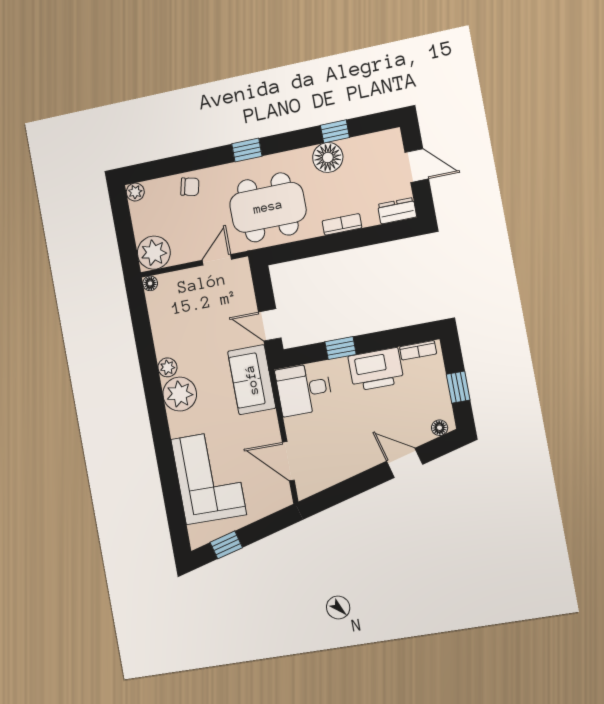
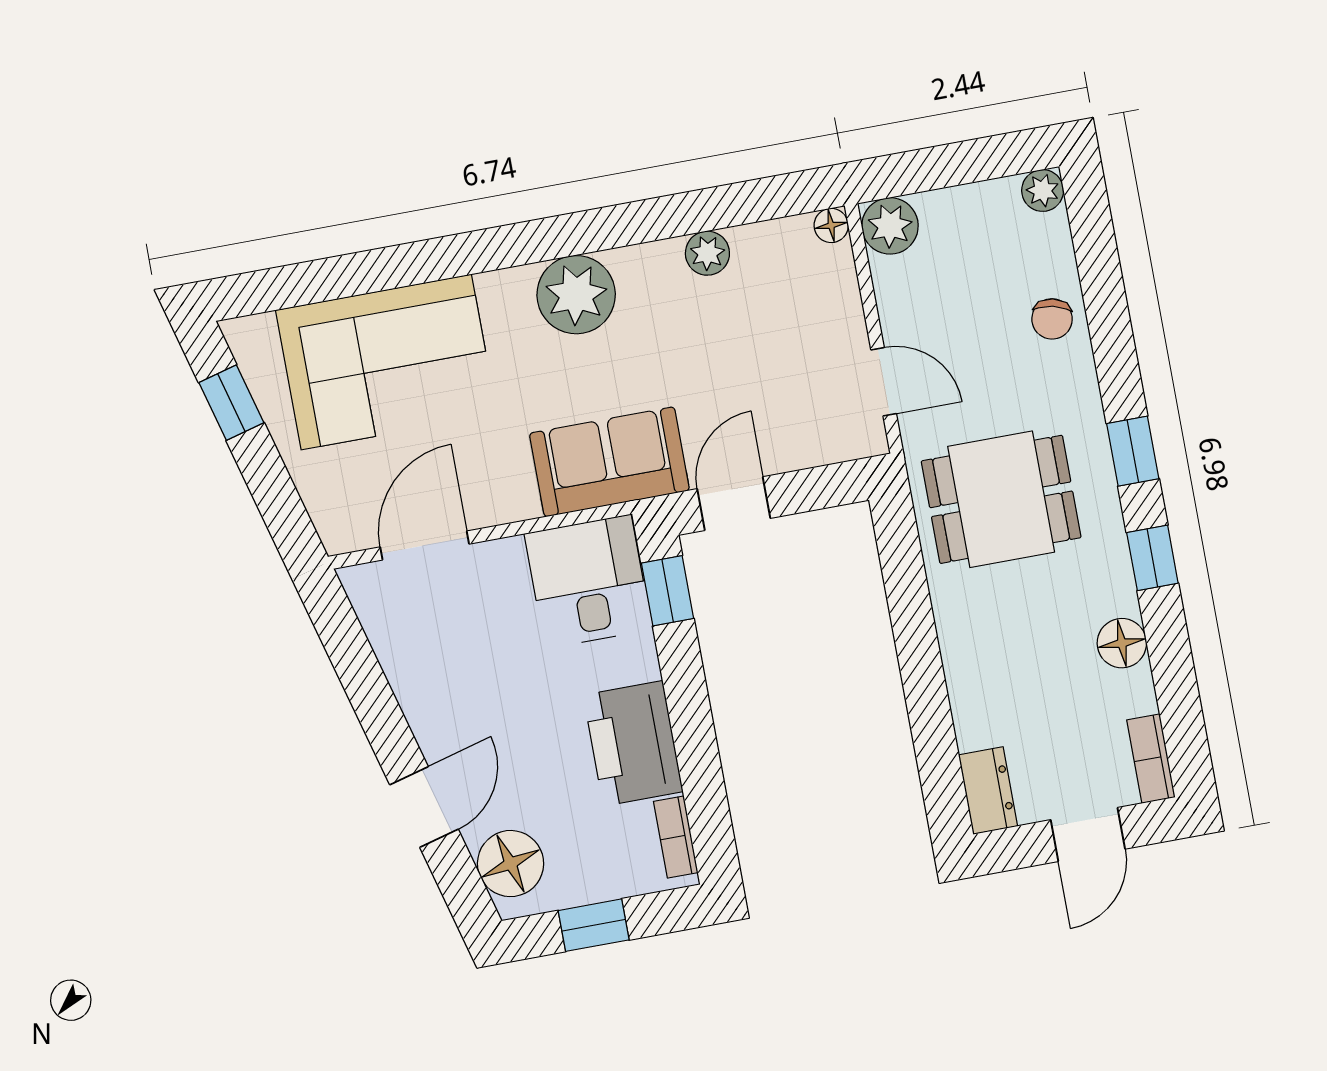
window: (335, 131) -> (1152, 558), moved
floor lamp: (328, 157) -> (1122, 643), width x0.73, depth x0.73
dining table: (268, 207) -> (1001, 499), width x0.73
bookcase: (342, 224) -> (1151, 759), moved, turned 180
plant: (154, 253) -> (890, 226), width x0.73, depth x0.73
window: (341, 348) -> (668, 591), moved
plant: (167, 367) -> (707, 253), moved
floor lamp: (440, 428) -> (511, 864), width x1.89, depth x1.89

